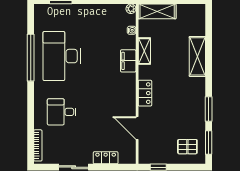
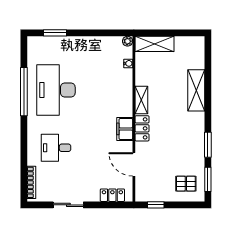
shelving: (144, 51) -> (141, 100), moved
filing cabinet: (128, 61) -> (125, 129), moved
locker: (106, 158) -> (112, 195), moved

